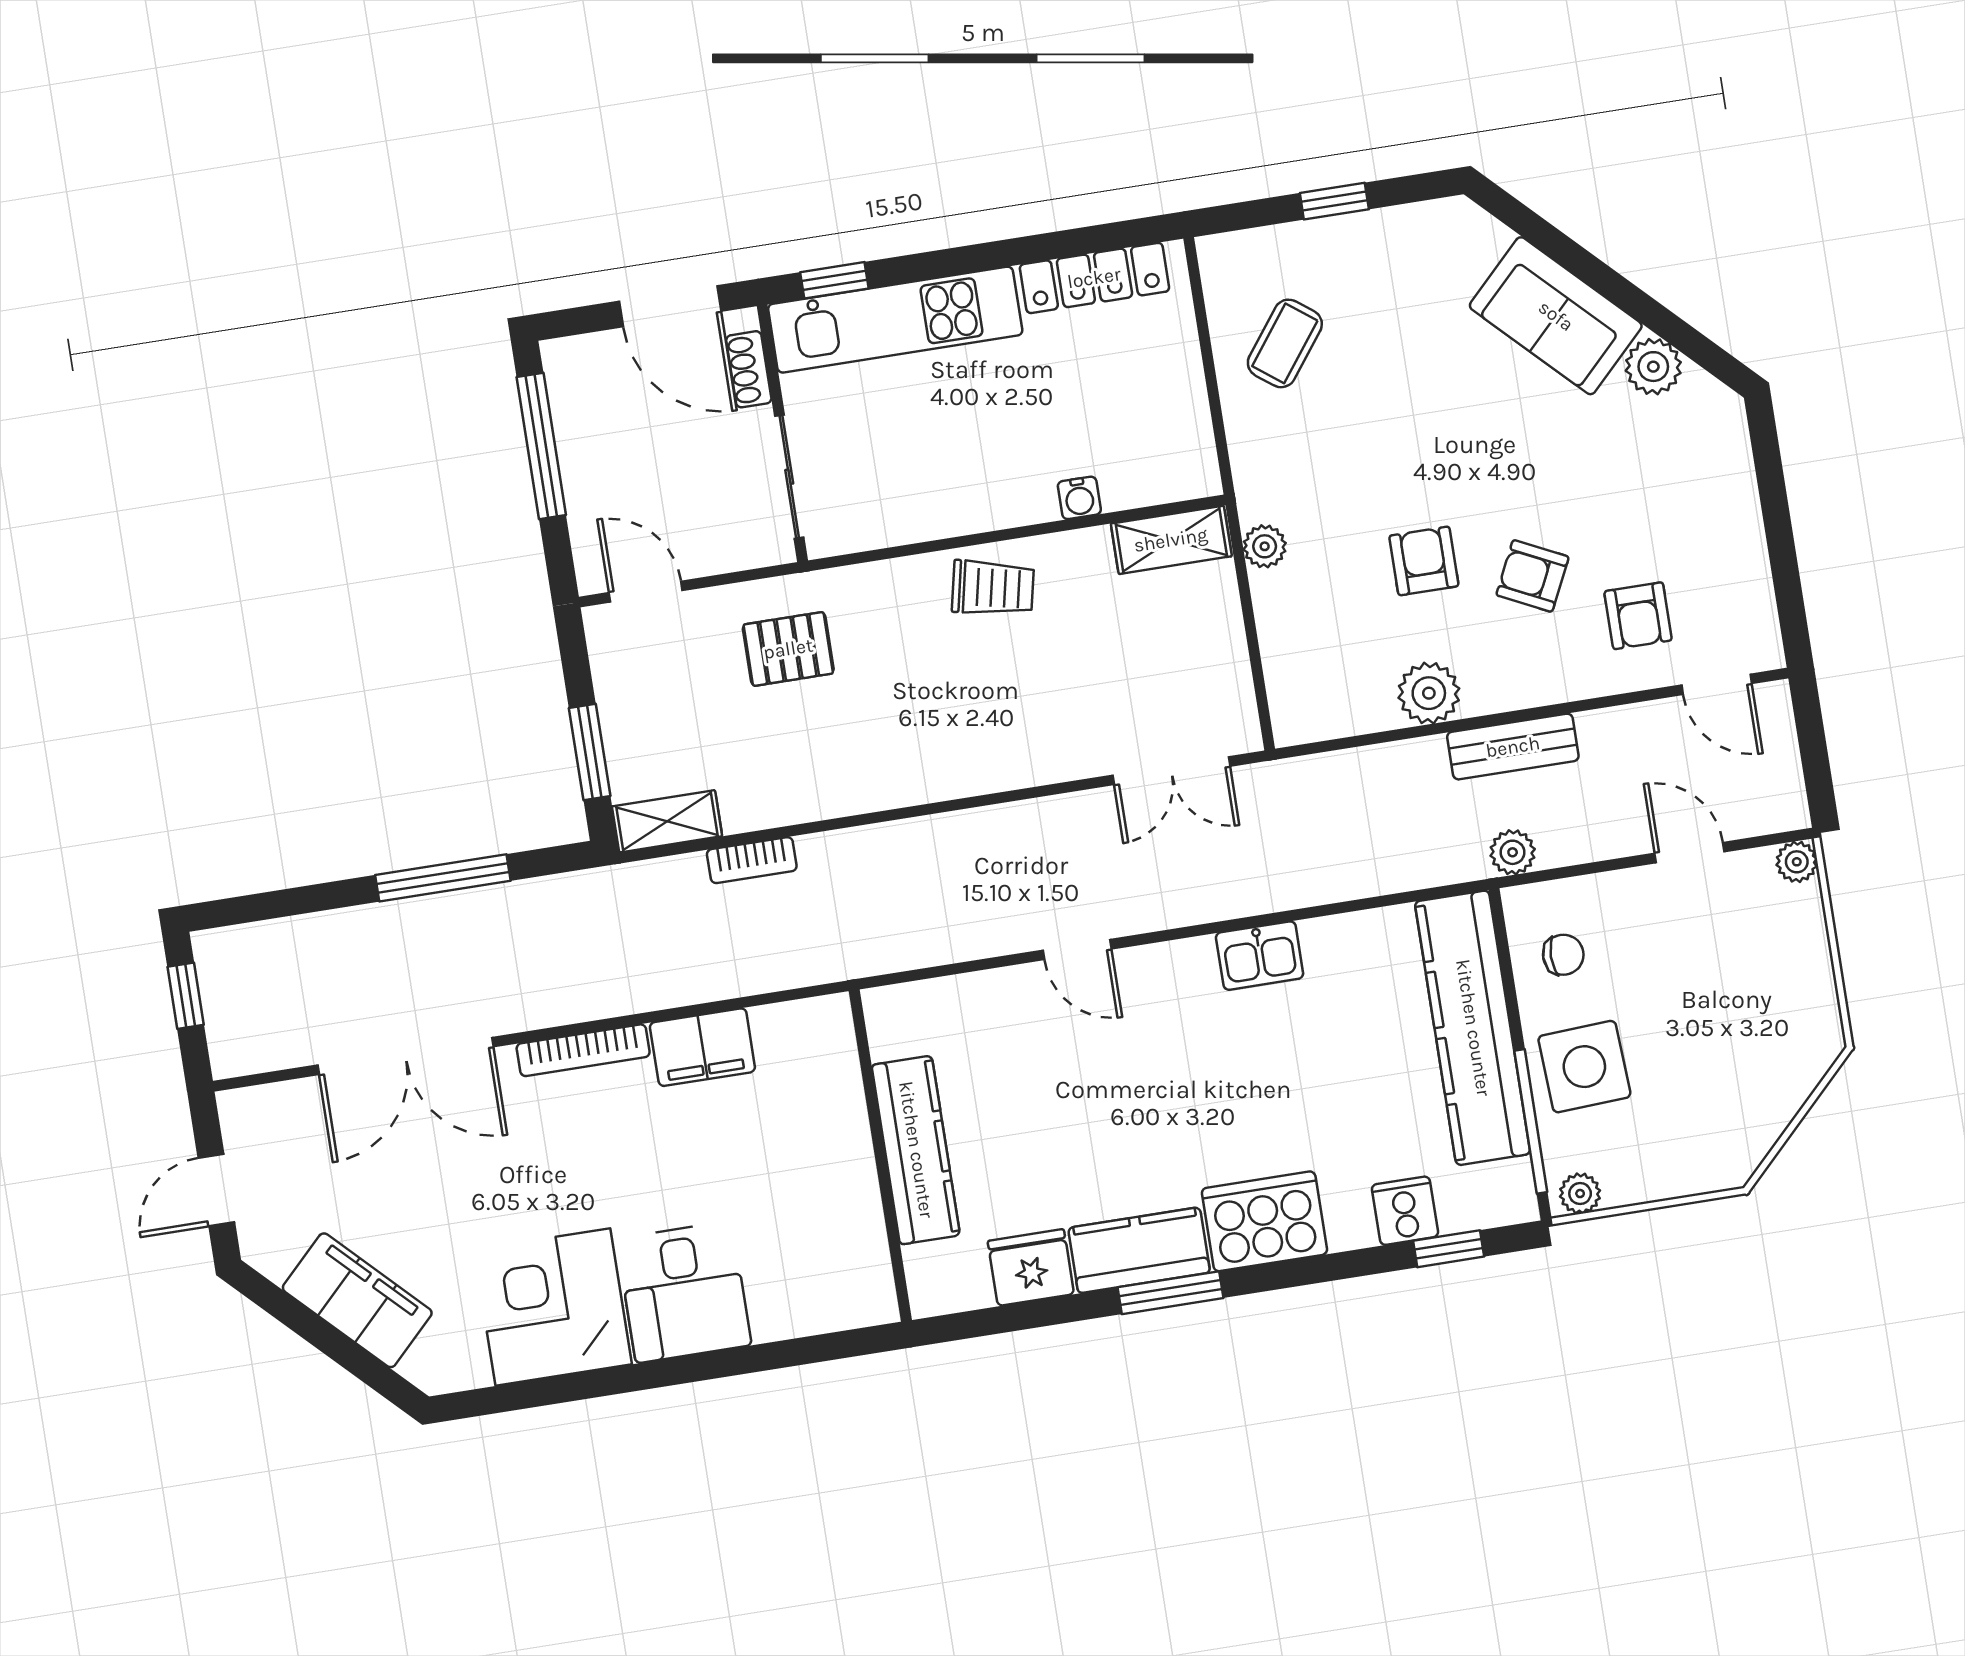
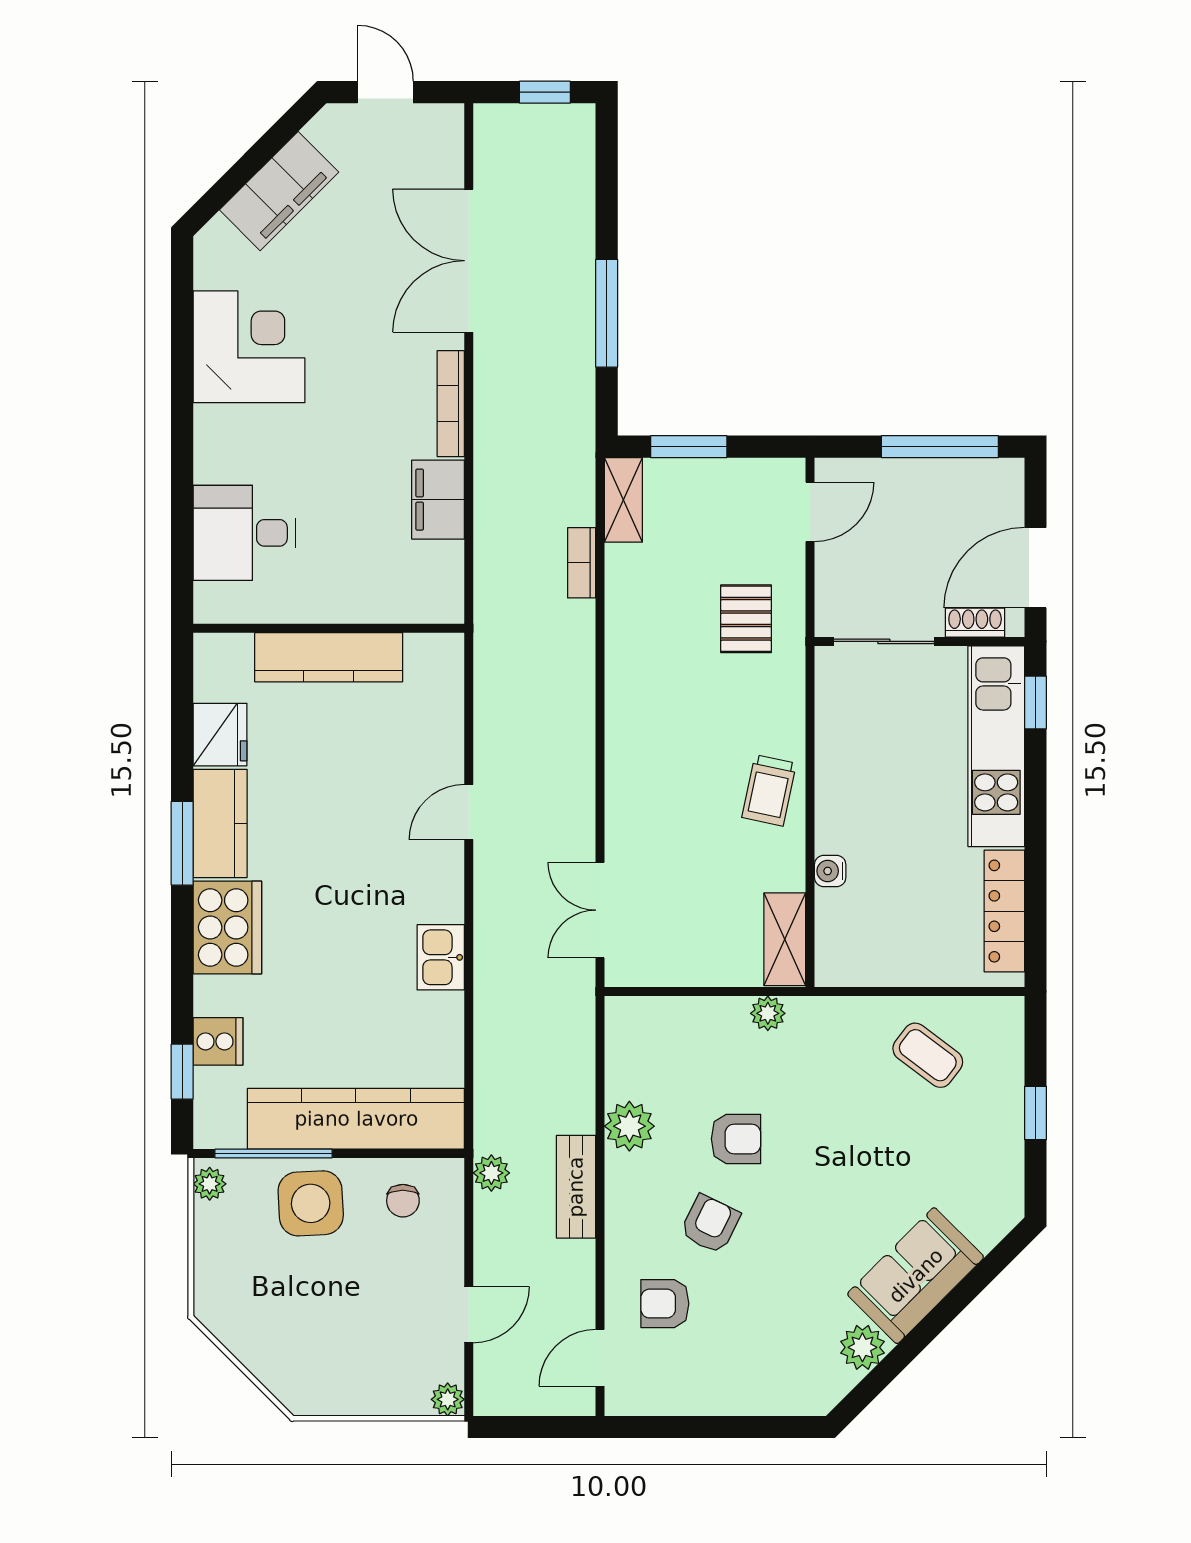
desk: (684, 1292) -> (244, 533), moved

